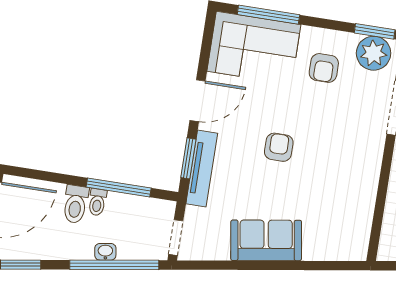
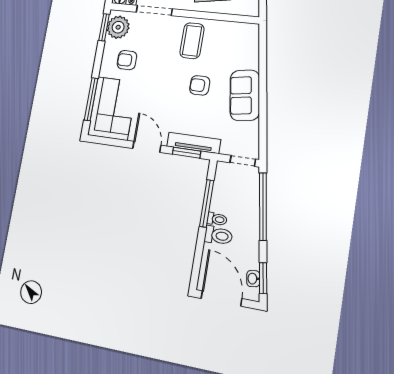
armchair: (324, 68) -> (127, 60), turned 180
armchair: (279, 147) -> (200, 85), moved
coffee table: (347, 164) -> (192, 41), added
washbasin: (105, 252) -> (253, 279), moved

